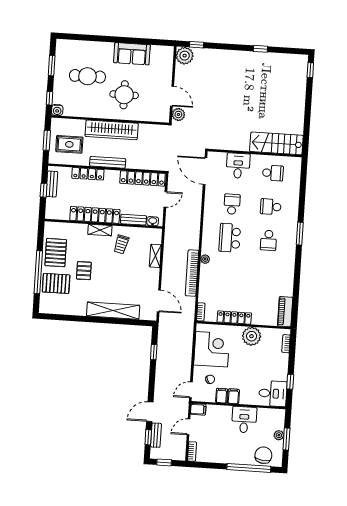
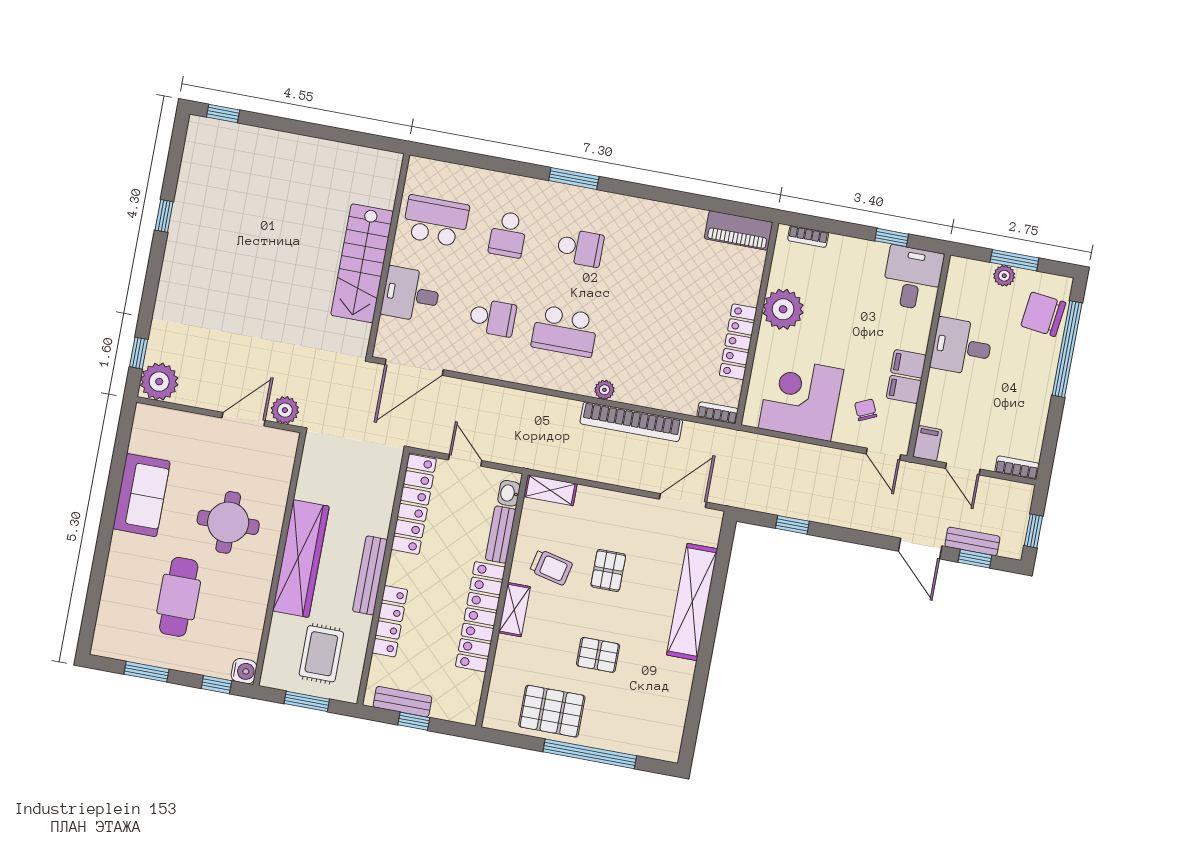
stairs: (276, 143) -> (362, 263), moved
school desk: (273, 173) -> (436, 221), width x1.85
school desk: (232, 204) -> (493, 318), turned 180
shelving: (155, 256) -> (550, 490), moved
pallet: (56, 283) -> (608, 570), moved, width x0.67, depth x0.71

